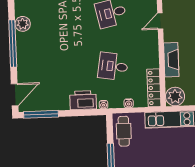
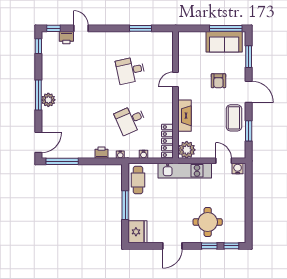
plant: (23, 24) -> (48, 100), moved
window: (13, 44) -> (38, 95), width x0.68
desk: (113, 66) -> (130, 120), turned -33
printer: (83, 100) -> (101, 153), width x0.53, depth x0.68

